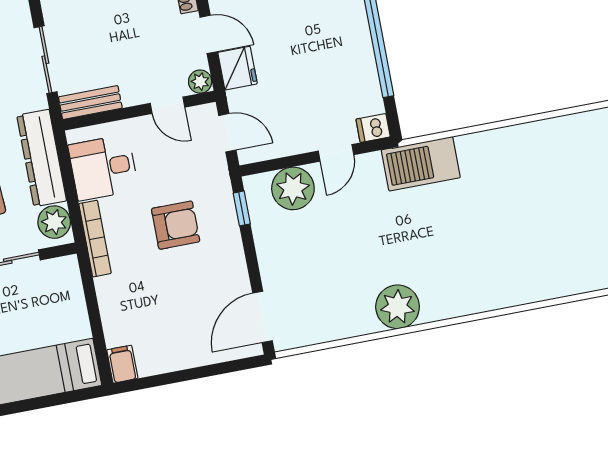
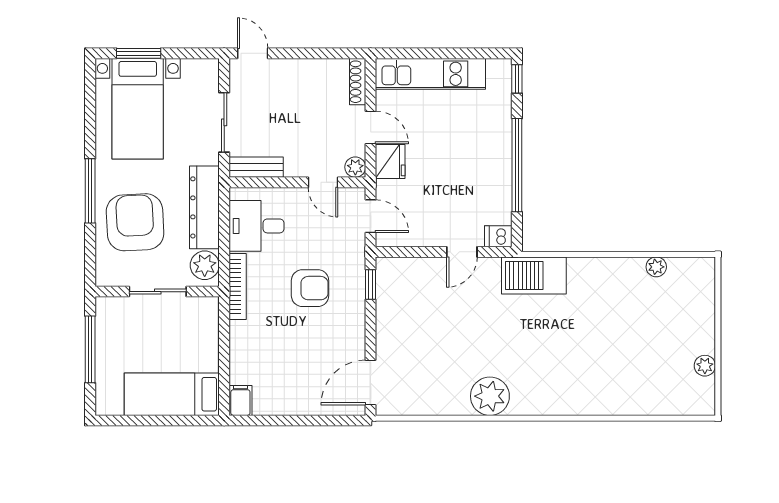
plant: (293, 188) -> (656, 267), moved, width x0.53, depth x0.53

